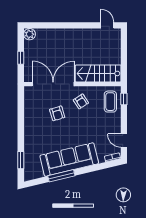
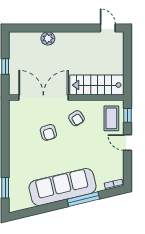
plant: (30, 34) -> (48, 38), moved
door: (124, 141) -> (127, 143), moved
window: (61, 176) -> (83, 199), moved

